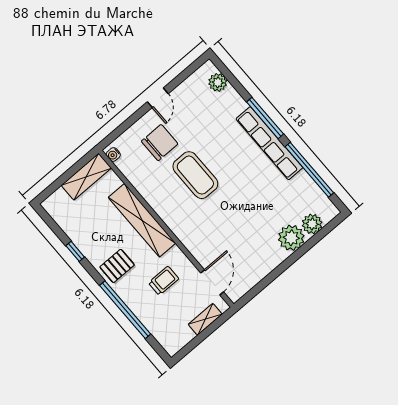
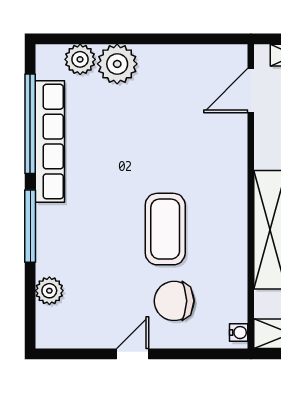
plant: (218, 82) -> (49, 291), moved
row of seats: (269, 143) -> (50, 142), moved

